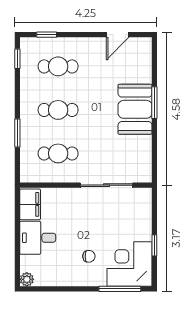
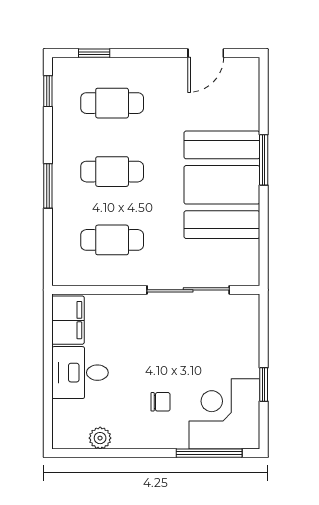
booth: (135, 109) -> (222, 185), width x1.36, depth x1.42
window: (17, 133) -> (48, 186), moved
plant: (27, 279) -> (100, 438), moved

